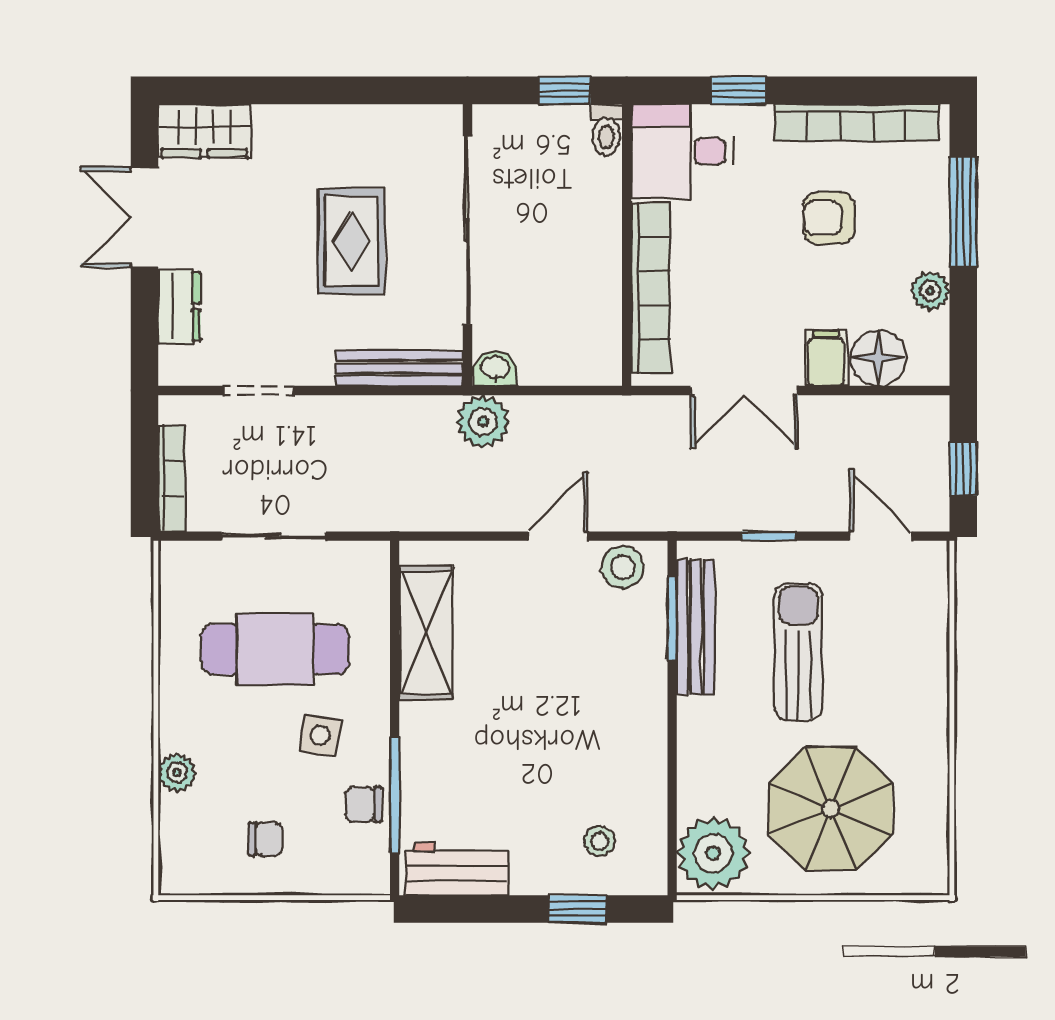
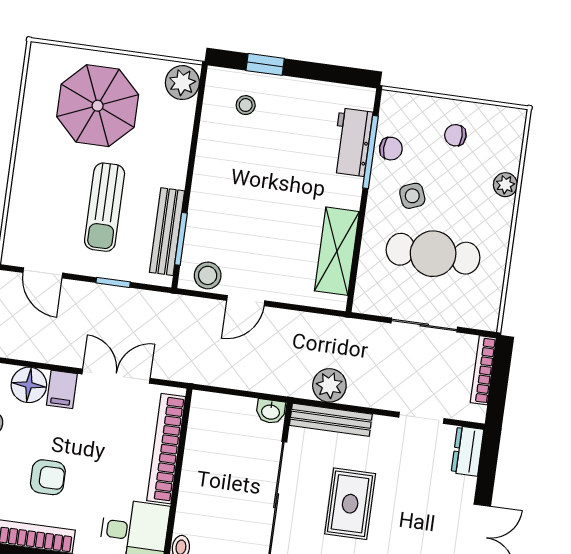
dresser: (179, 307) -> (468, 451), moved
plant: (483, 422) -> (329, 385), moved
side table: (320, 735) -> (412, 196), turned -31
plant: (713, 853) -> (182, 83), width x0.73, depth x0.73
workbench: (457, 869) -> (352, 142), moved, turned 90

